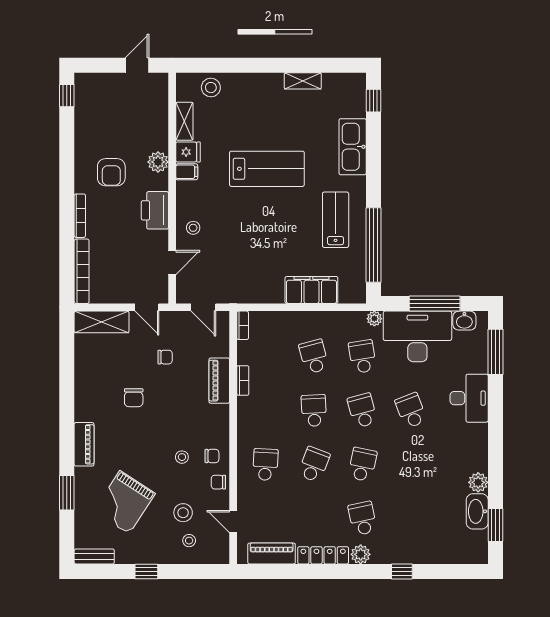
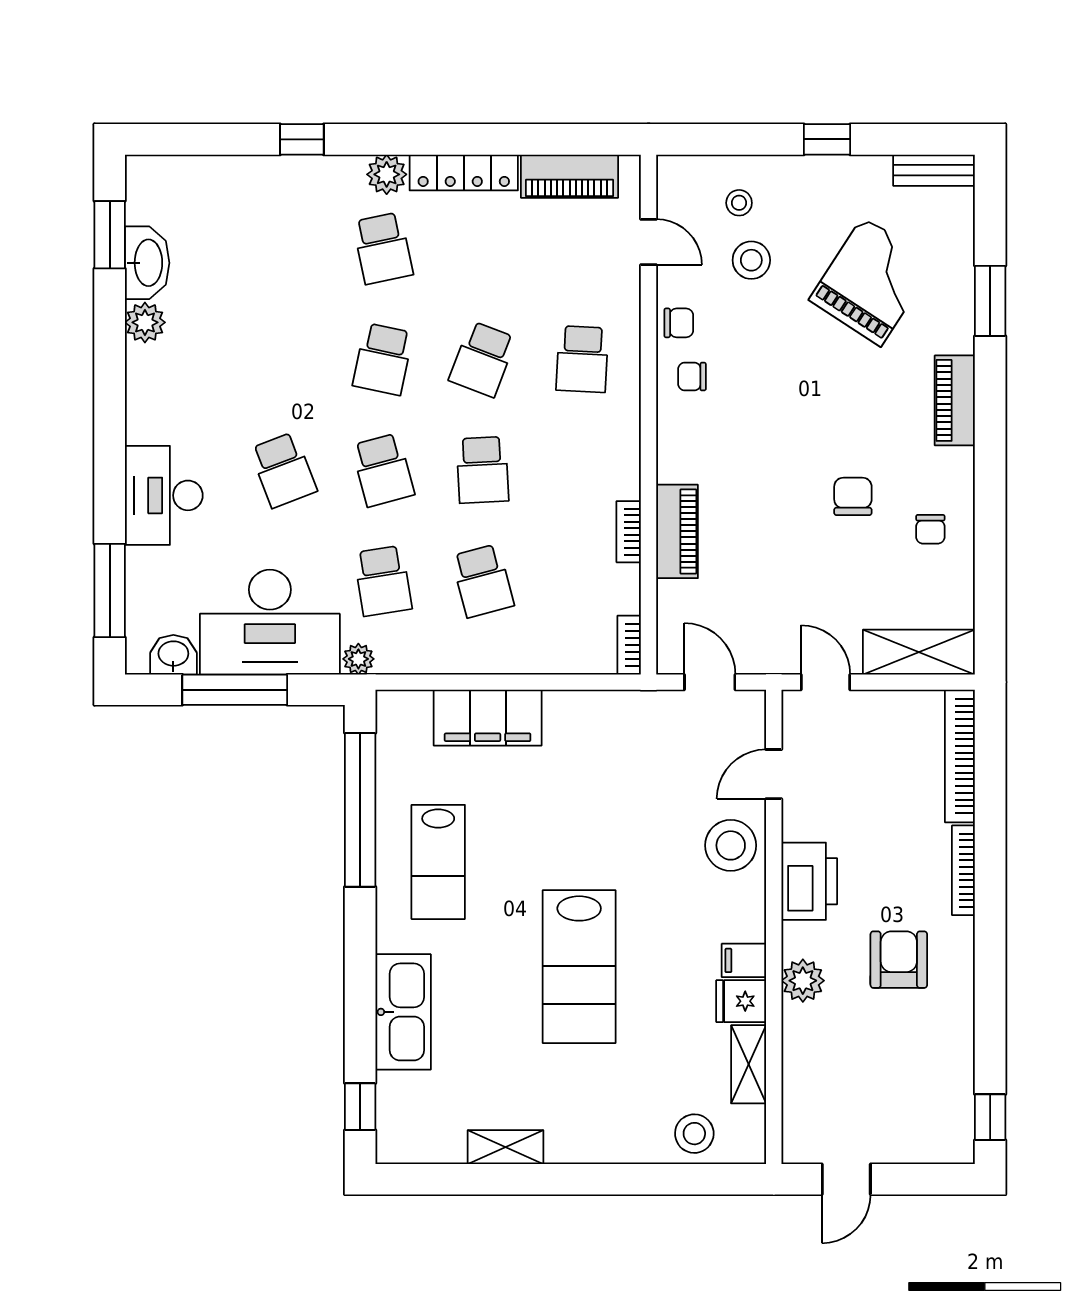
lab bench: (267, 169) -> (579, 967), turned -90
stool: (193, 228) -> (731, 845), width x1.89, depth x1.89
chair: (165, 357) -> (930, 529), moved, turned -90
stool: (182, 457) -> (754, 374), removed

